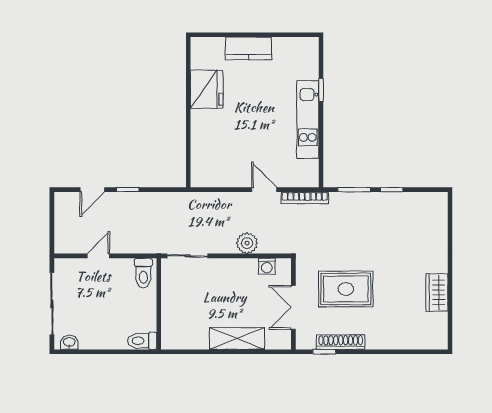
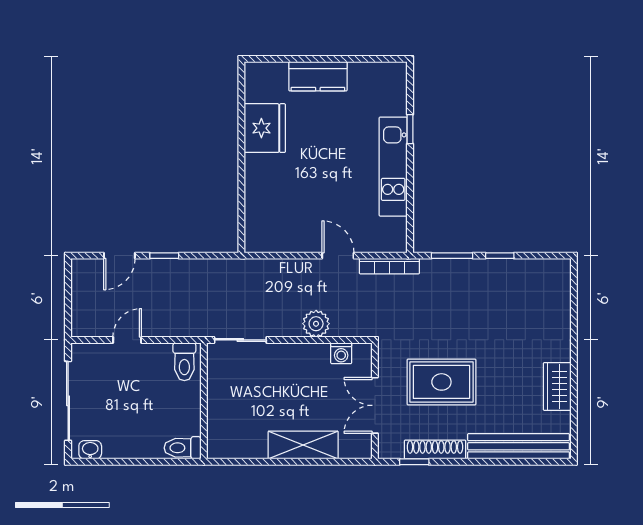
bench: (406, 340) -> (518, 446), added

